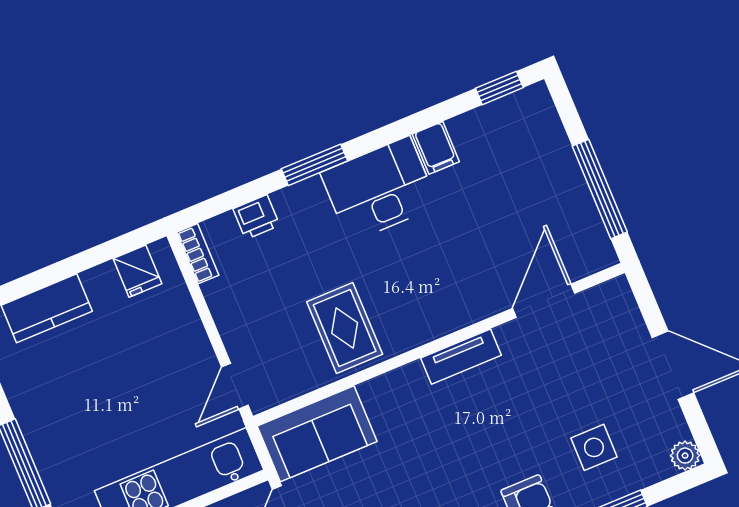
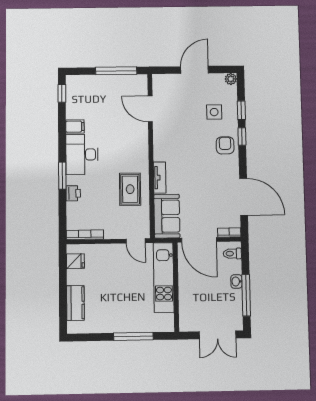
printer: (256, 217) -> (73, 193), moved
bookcase: (198, 254) -> (85, 235), width x1.56
rug: (345, 328) -> (130, 189), turned 90
tv unit: (461, 357) -> (160, 178), moved

